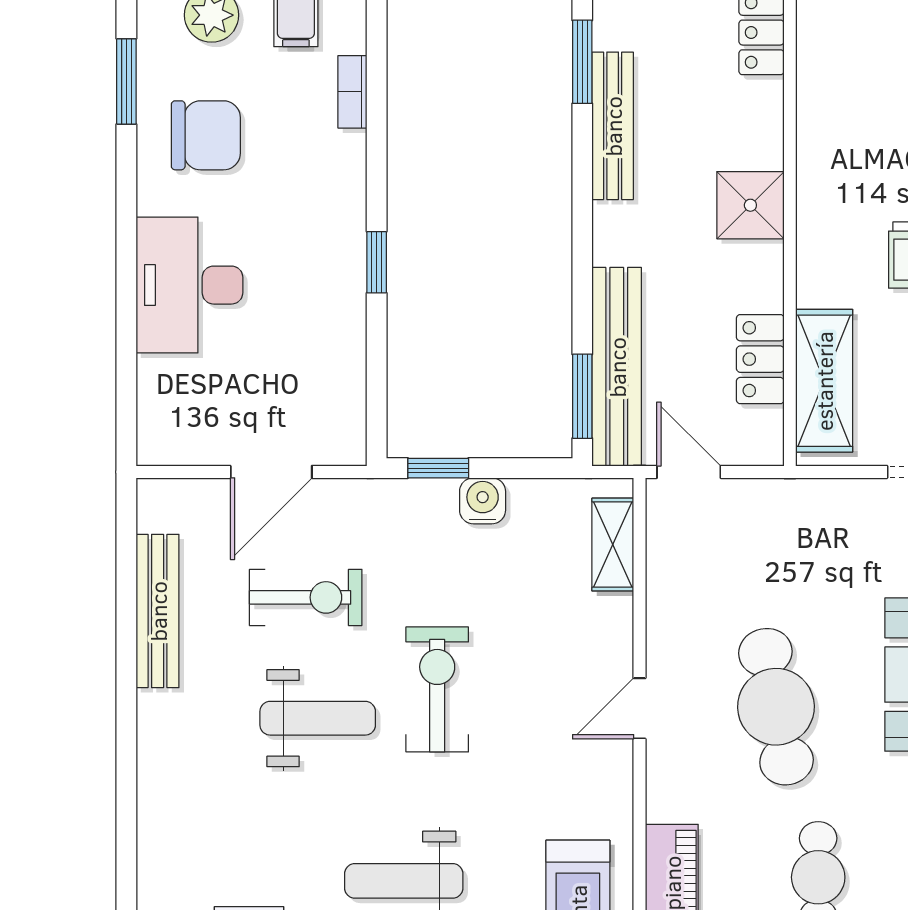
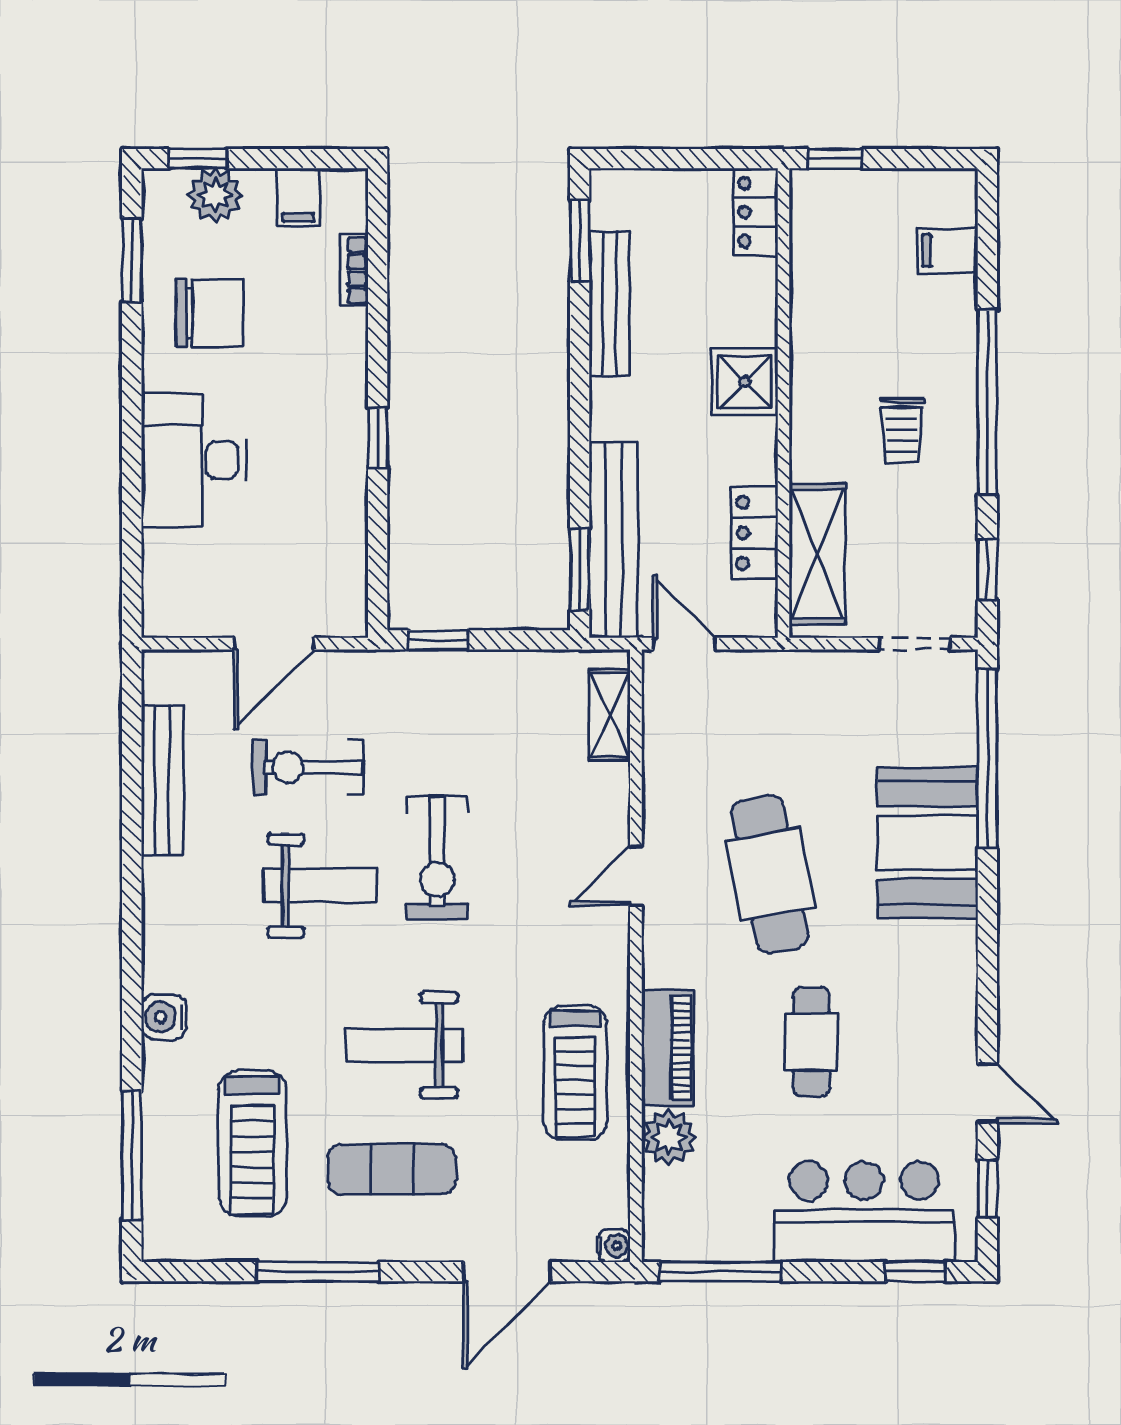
water cooler: (483, 501) -> (164, 1017), moved, turned -90
exercise bike: (306, 597) -> (308, 767), turned 180
exercise bike: (437, 689) -> (437, 857), turned 180

